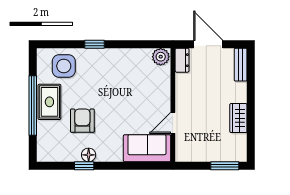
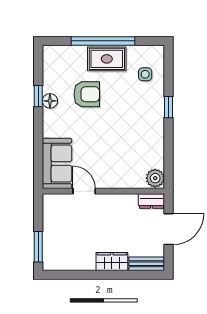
side table: (64, 66) -> (145, 74), width x0.54, depth x0.54
wardrobe: (238, 118) -> (112, 261), moved

